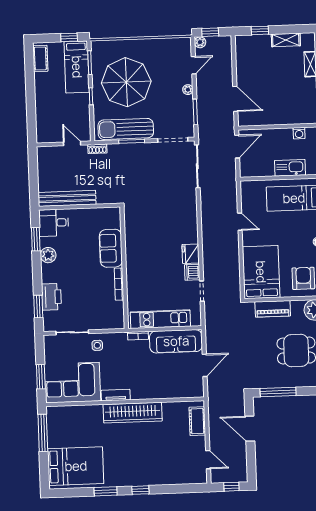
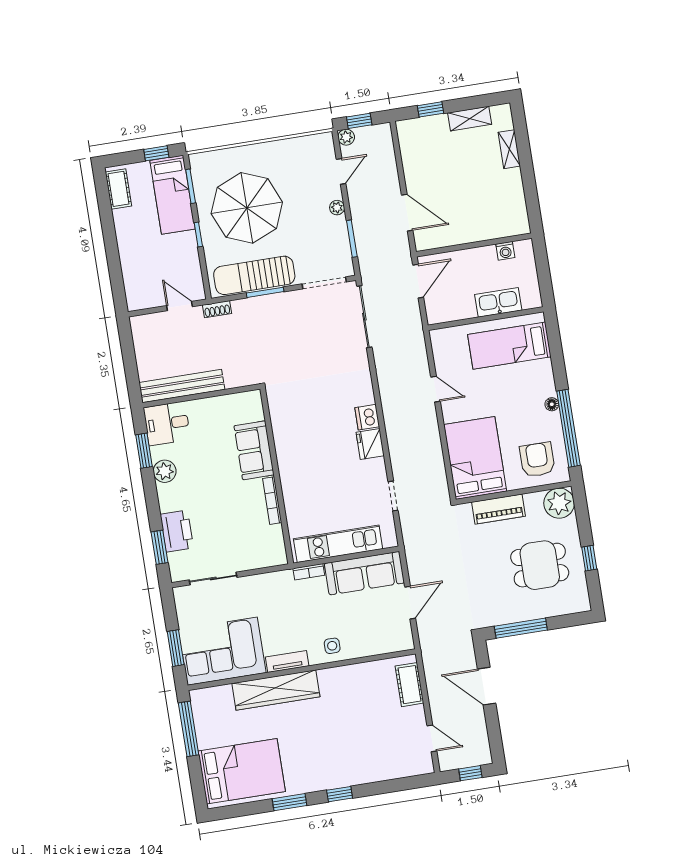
dishwasher: (192, 272) -> (367, 417), moved
side table: (97, 345) -> (332, 646), moved
wardrobe: (133, 413) -> (276, 690), moved

